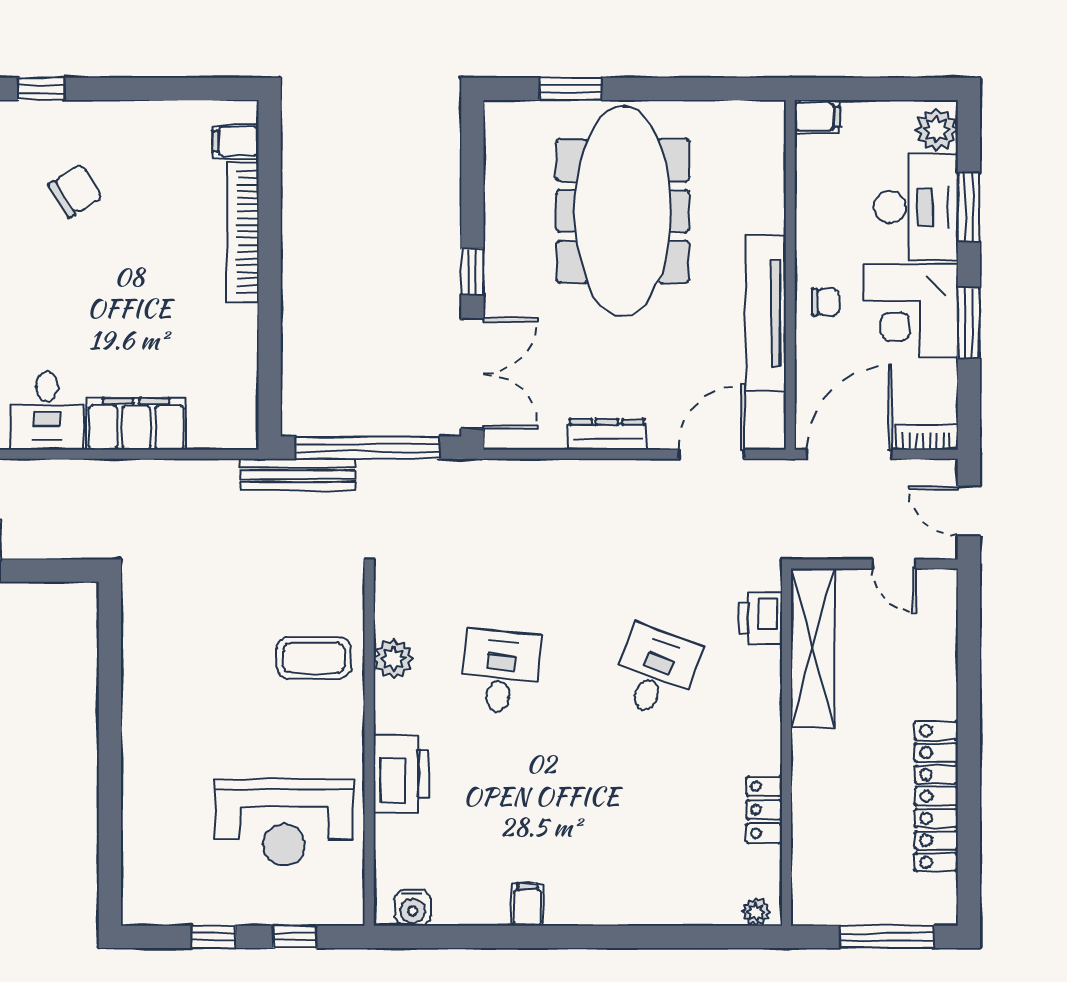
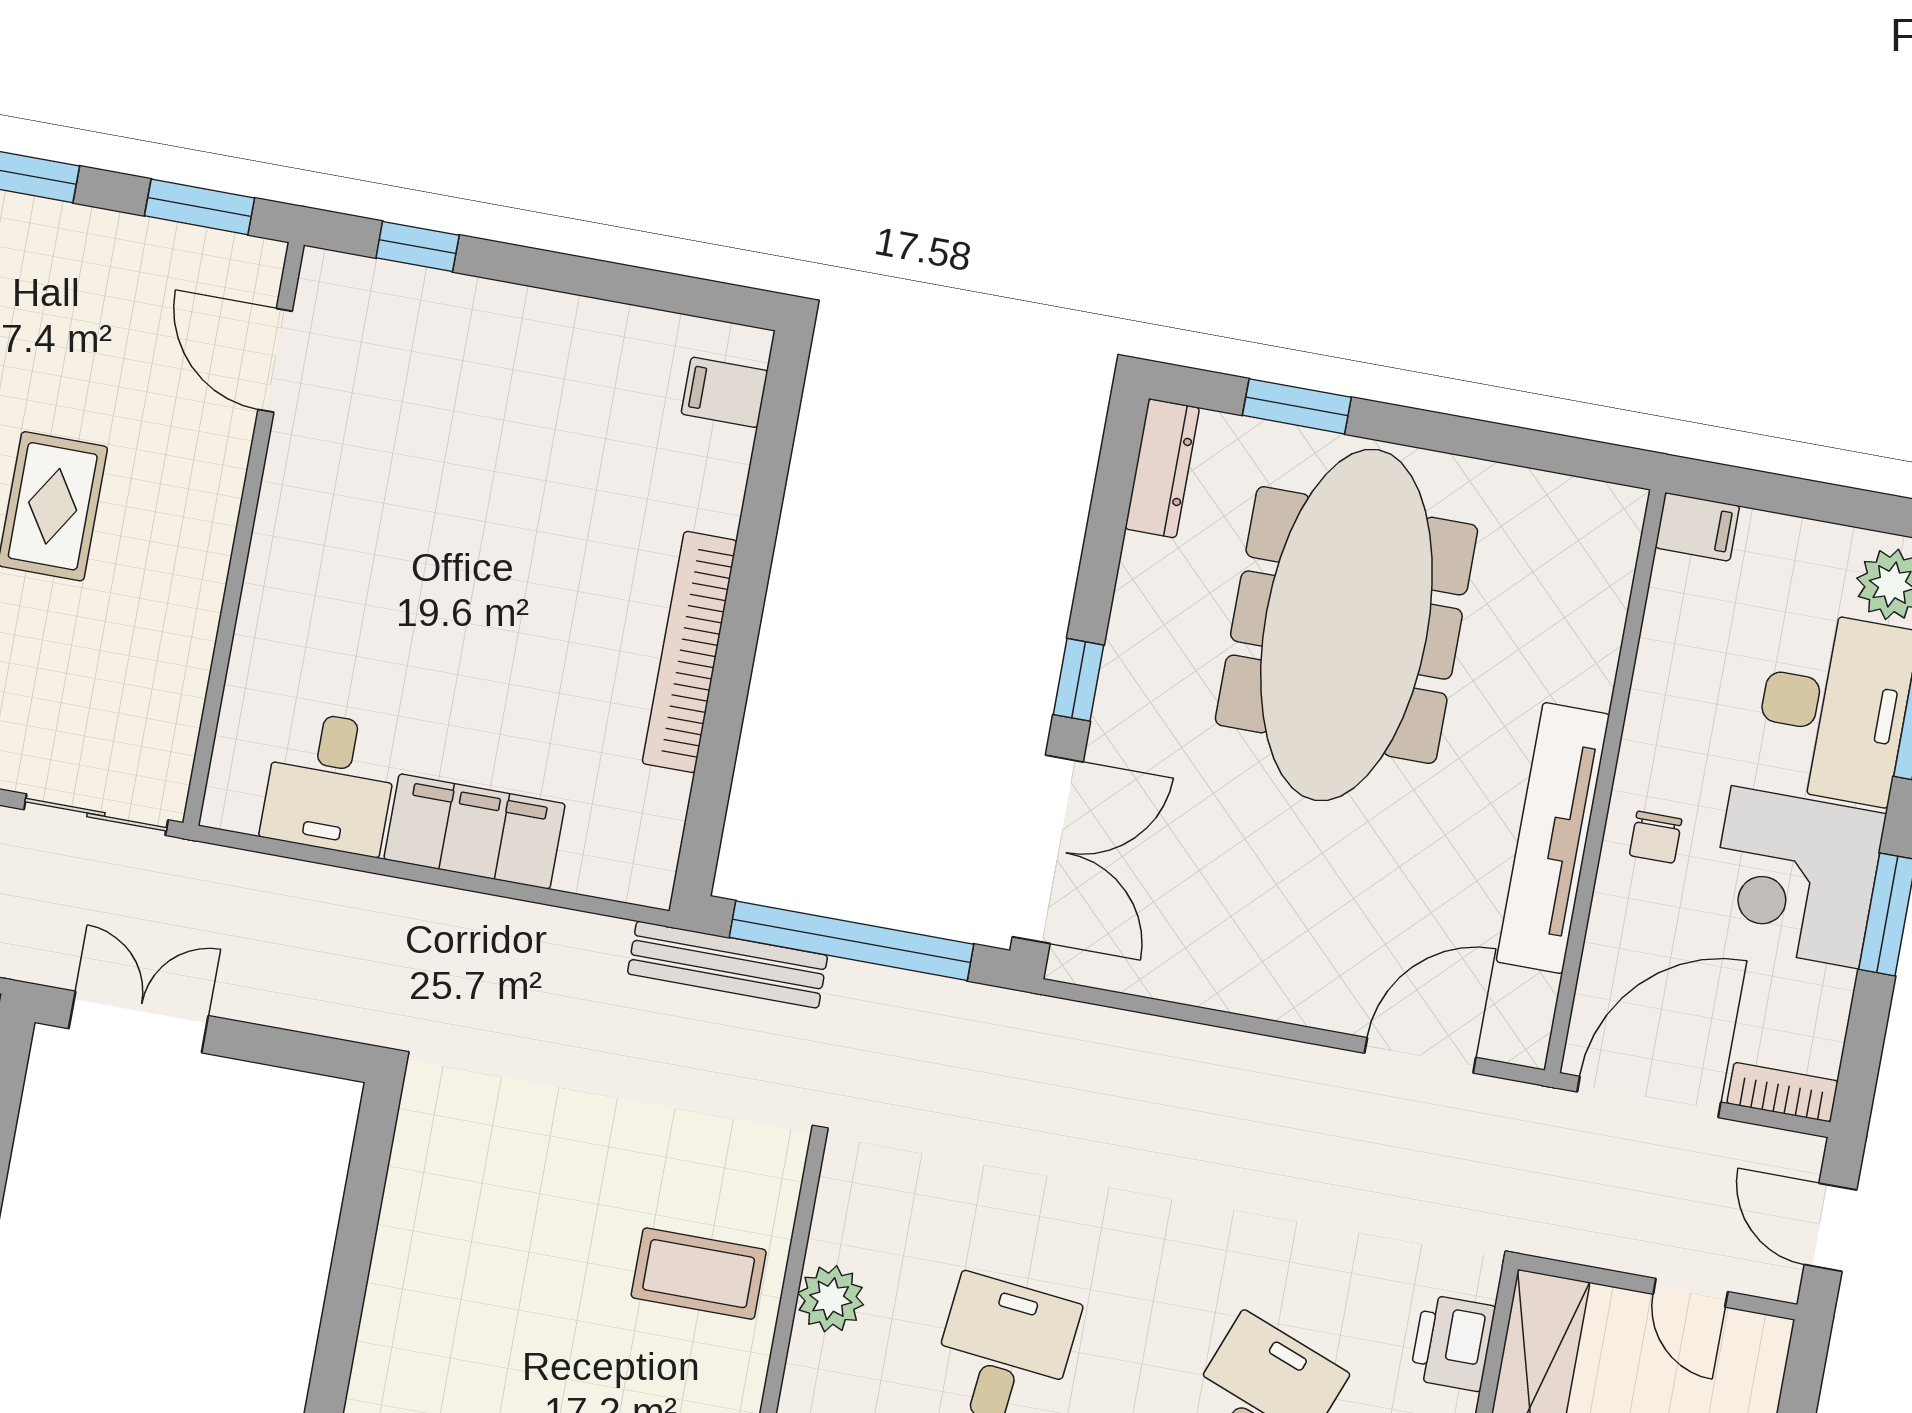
chair: (75, 191) -> (444, 426), removed
bookcase: (243, 232) -> (690, 652), moved
chair: (826, 302) -> (1656, 837), turned 90
dresser: (607, 434) -> (1162, 468), moved, turned 90

